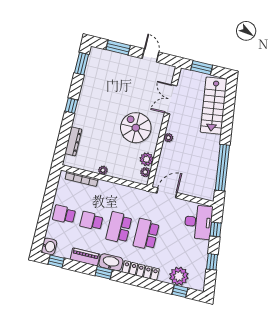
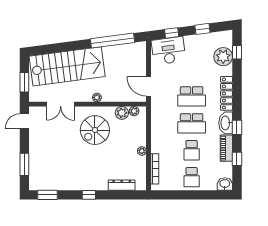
door: (151, 55) -> (24, 121), moved
stairs: (214, 106) -> (67, 66), width x1.36, depth x1.51
window: (56, 261) -> (237, 159), moved

